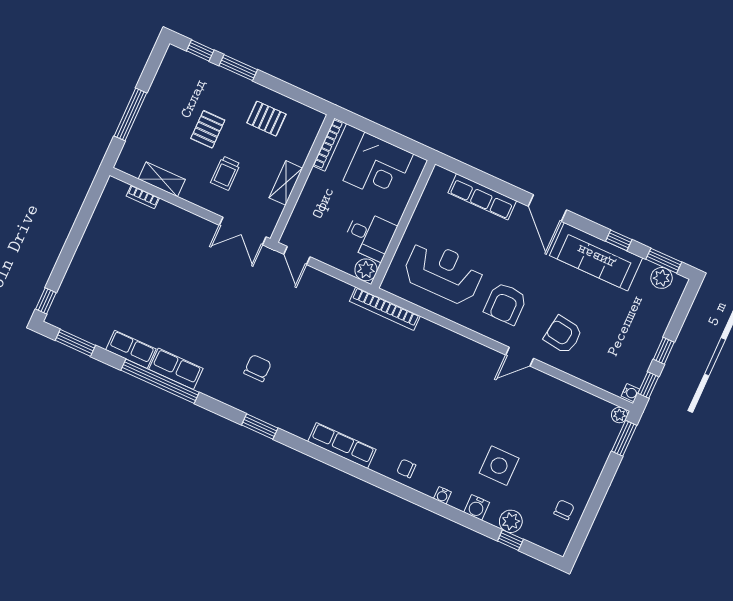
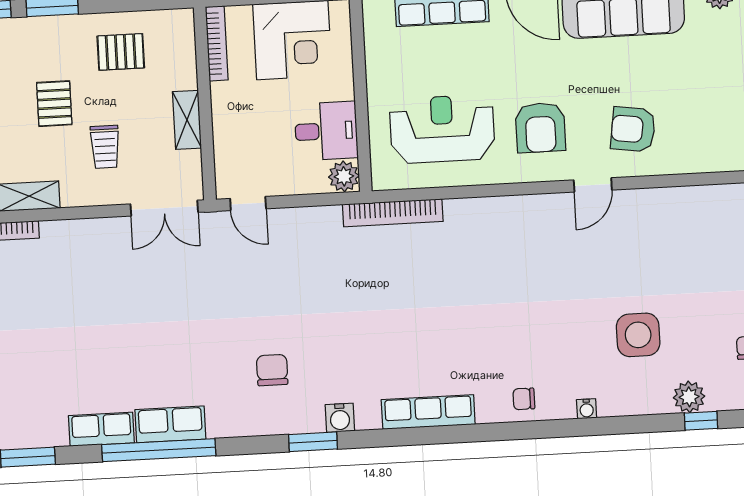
water cooler: (477, 507) -> (340, 418), moved

